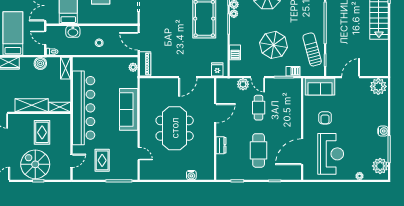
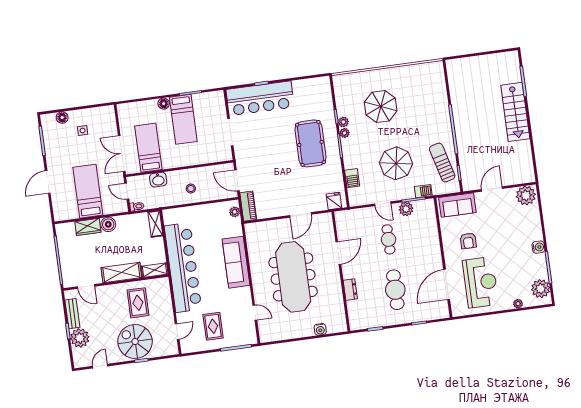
boiler: (40, 63) -> (108, 224), moved
plant: (243, 84) -> (406, 209), moved
meeting table: (175, 128) -> (293, 277), width x1.36

